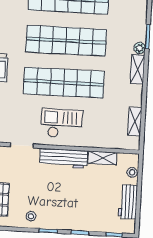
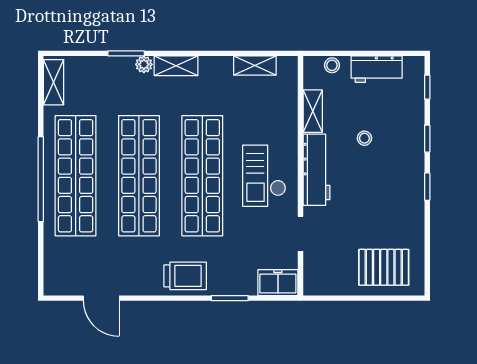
stool: (31, 216) -> (364, 138), moved

